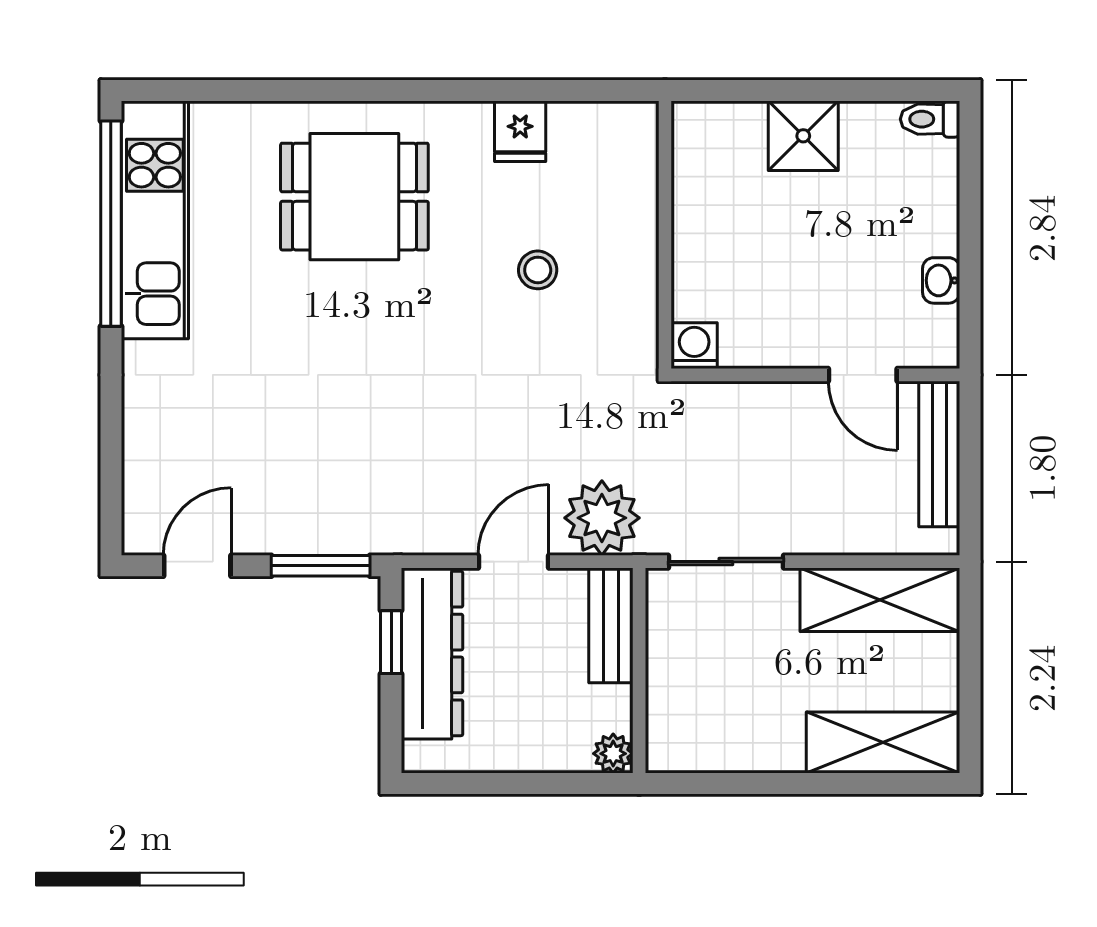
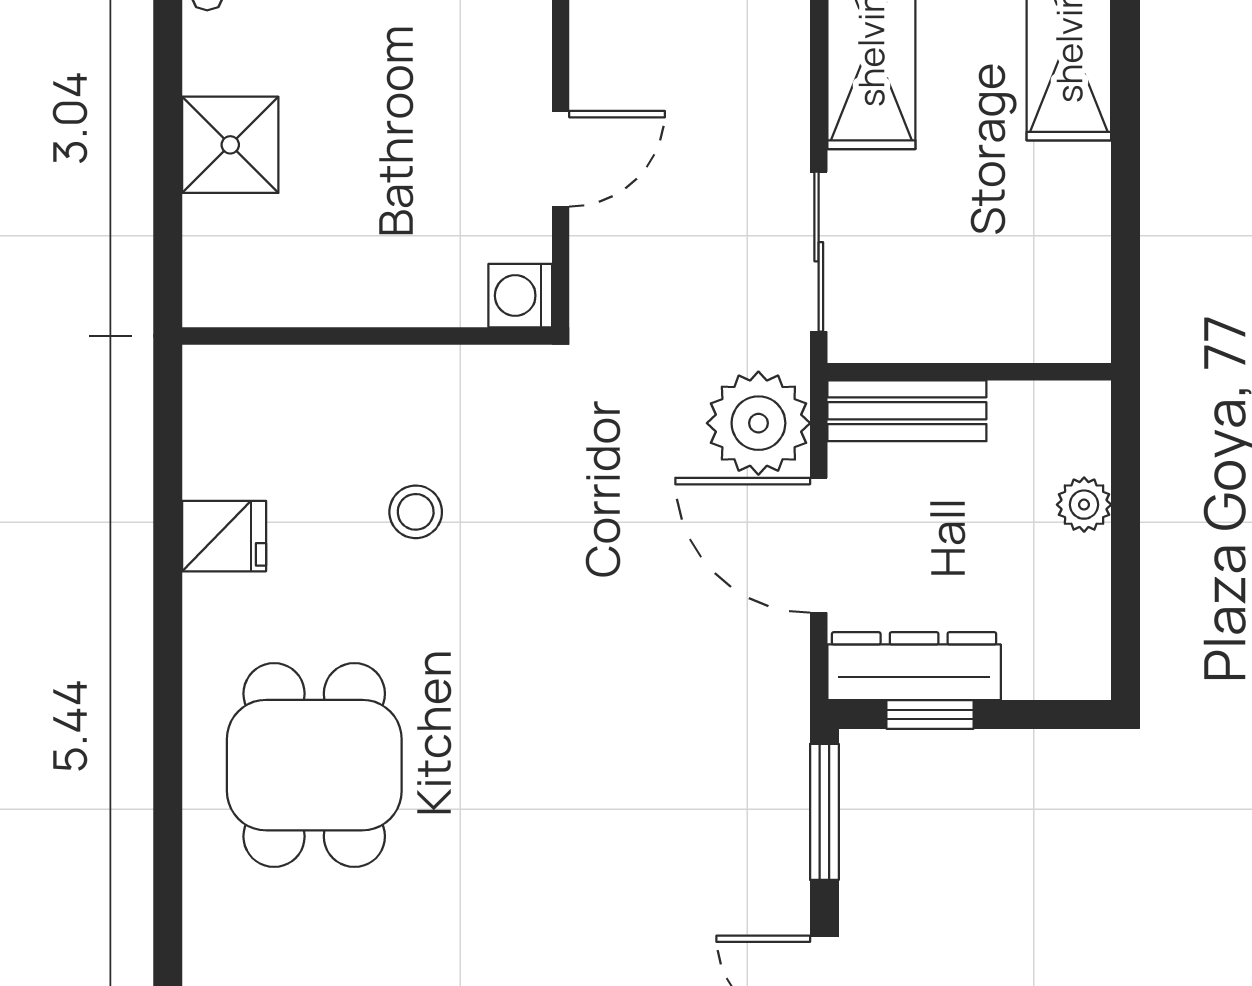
door: (863, 375) -> (561, 159), moved
door: (513, 562) -> (819, 545), width x1.38
dresser: (432, 653) -> (914, 666), width x0.73, depth x0.80
plant: (613, 754) -> (1084, 505), moved

